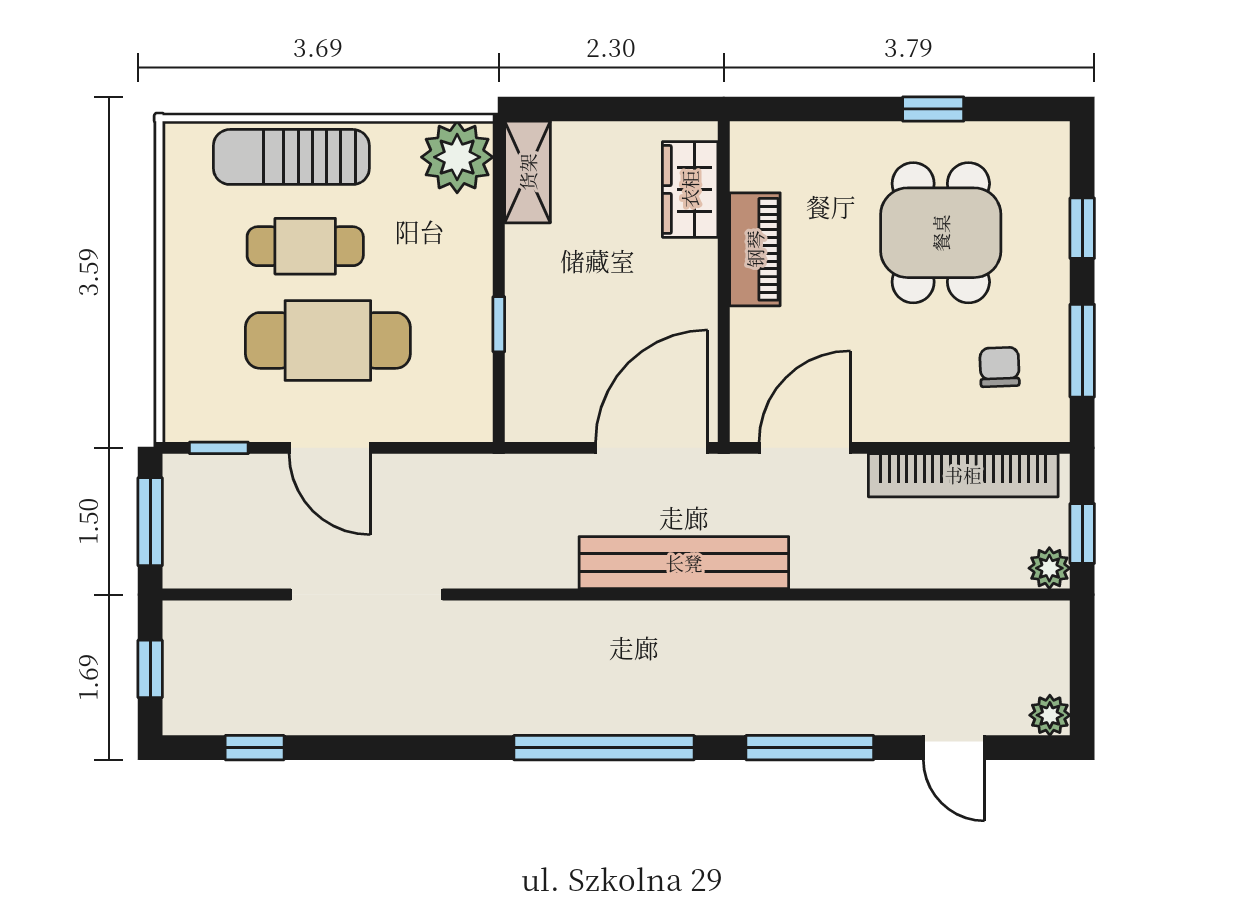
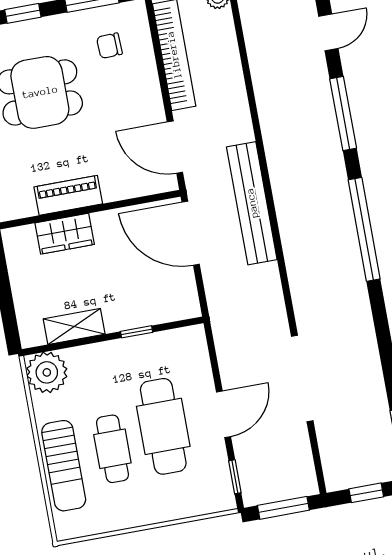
shelving: (528, 172) -> (74, 326), moved
wardrobe: (690, 189) -> (65, 234), moved

